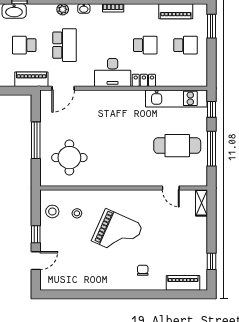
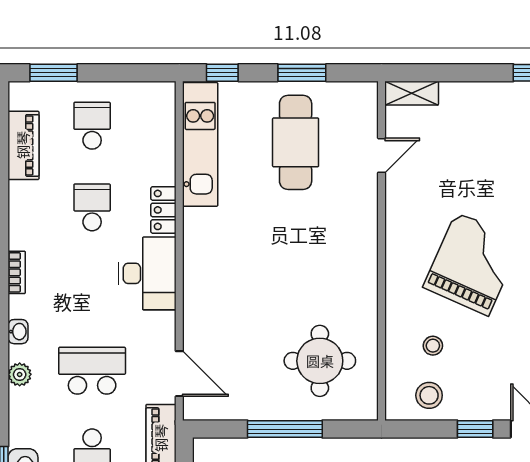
window: (212, 149) -> (302, 73), width x0.69

